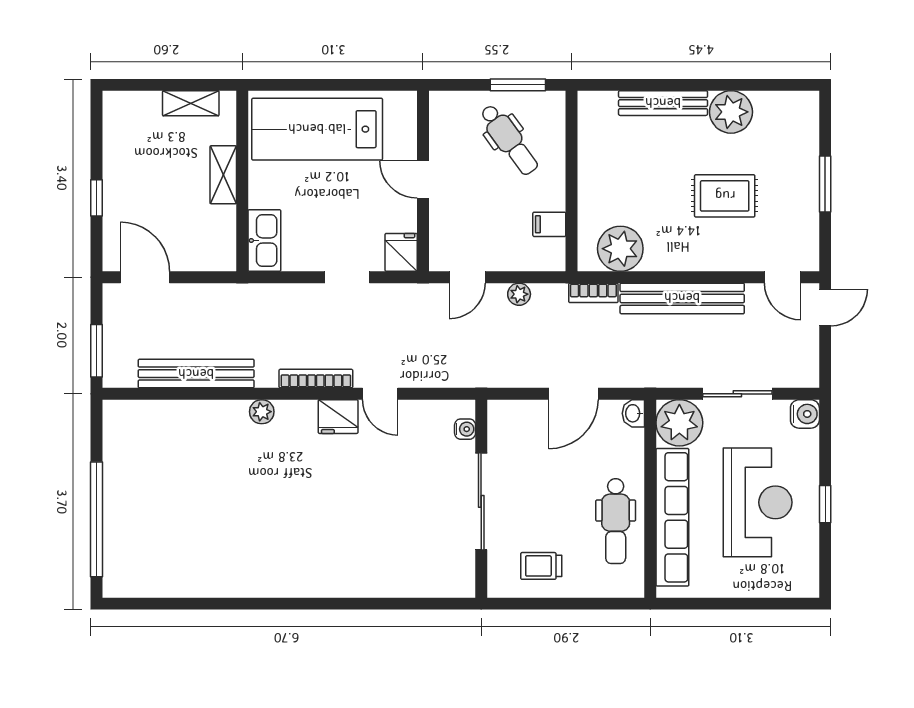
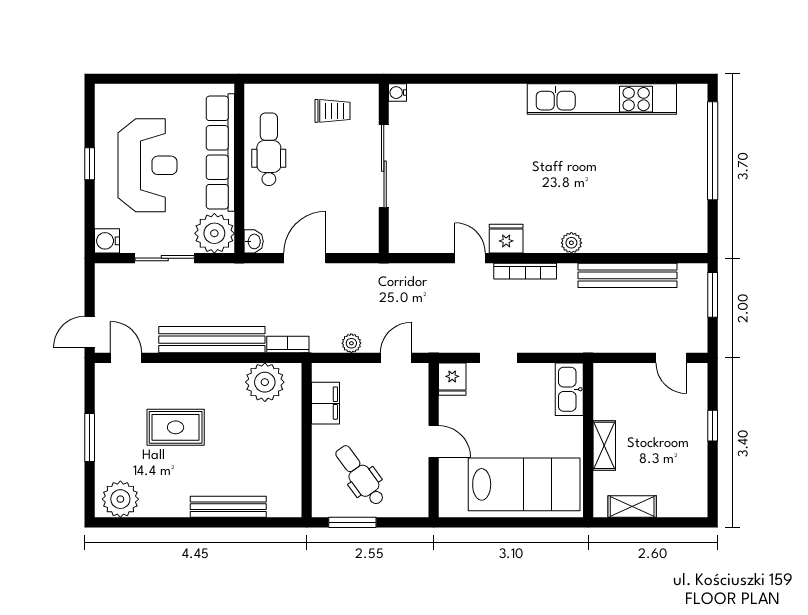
plant: (731, 112) -> (120, 499), moved
filing cabinet: (549, 224) -> (325, 403), width x2.00
door: (145, 277) -> (671, 358), width x0.73
water cooler: (465, 429) -> (398, 93), moved
reception desk: (758, 502) -> (147, 165), turned 180
kitchen unit: (226, 580) -> (602, 99), added

